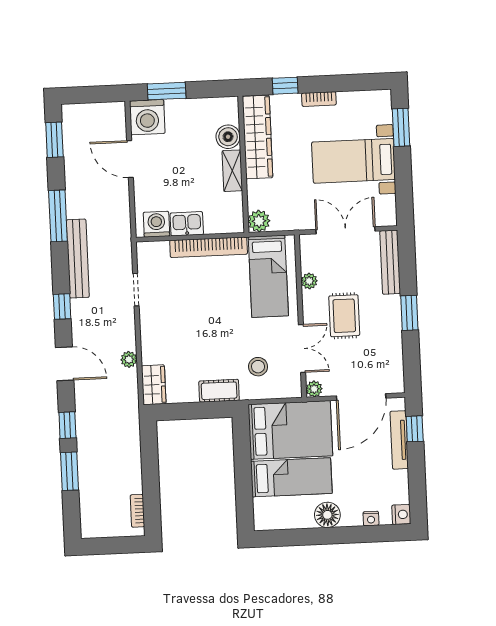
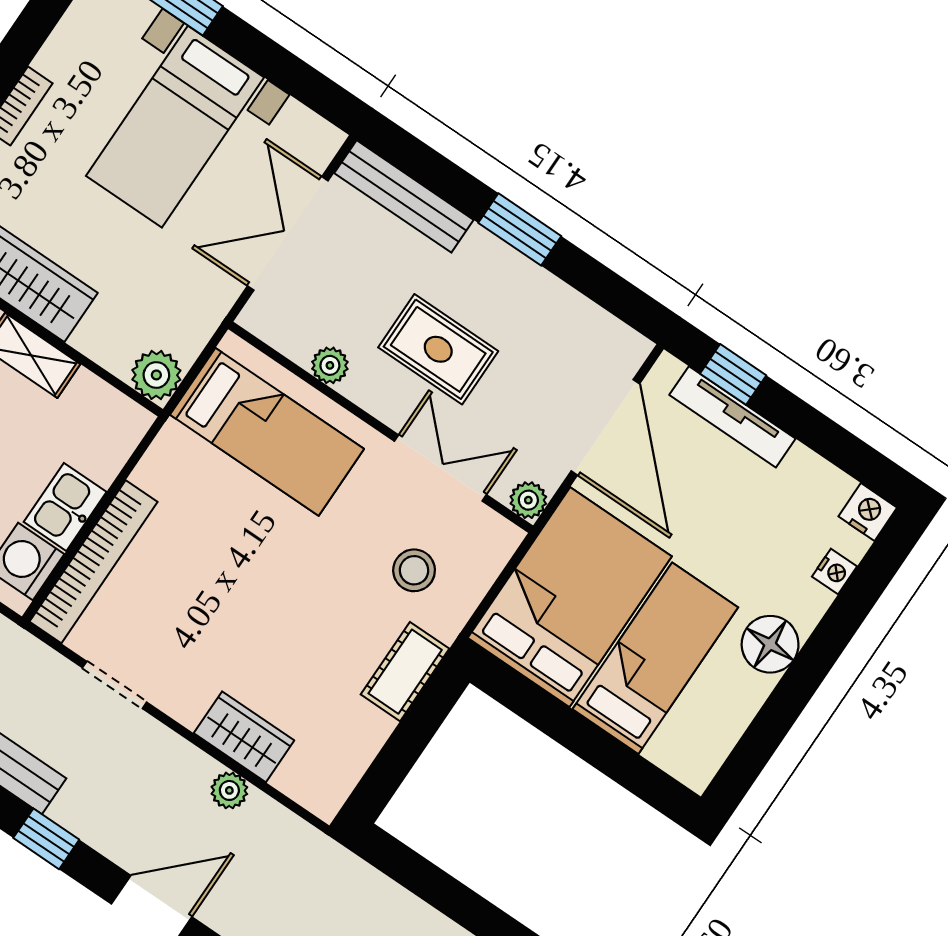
bookcase: (209, 247) -> (93, 562), moved
wardrobe: (154, 385) -> (244, 737), moved

